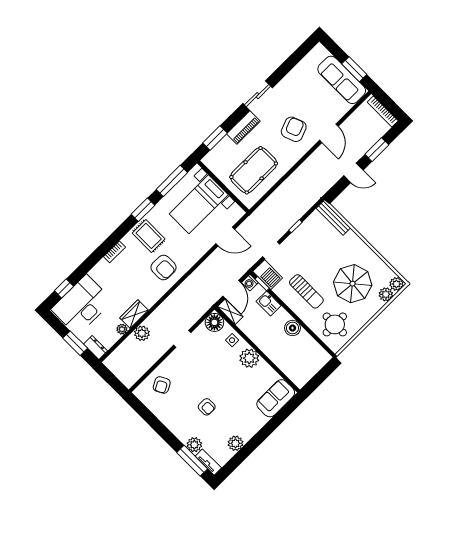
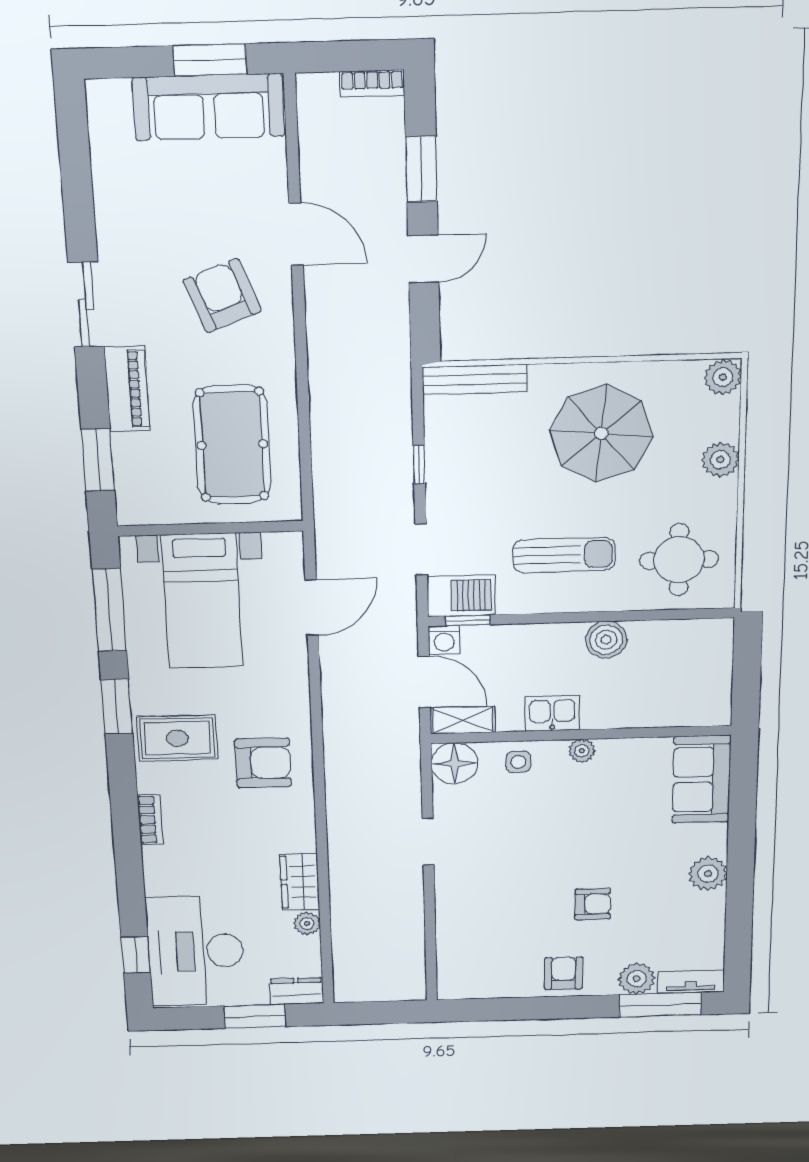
bookcase: (383, 112) -> (372, 83), width x0.64
parasol: (353, 284) -> (601, 433), moved
plant: (386, 294) -> (720, 460), moved
kitchen sink: (269, 303) -> (552, 713), moved, turned 180
plant: (142, 333) -> (348, 898), removed
plant: (249, 358) -> (582, 751), width x0.53, depth x0.53
armchair: (162, 385) -> (564, 973), moved, turned -151
plant: (235, 443) -> (708, 873), moved

